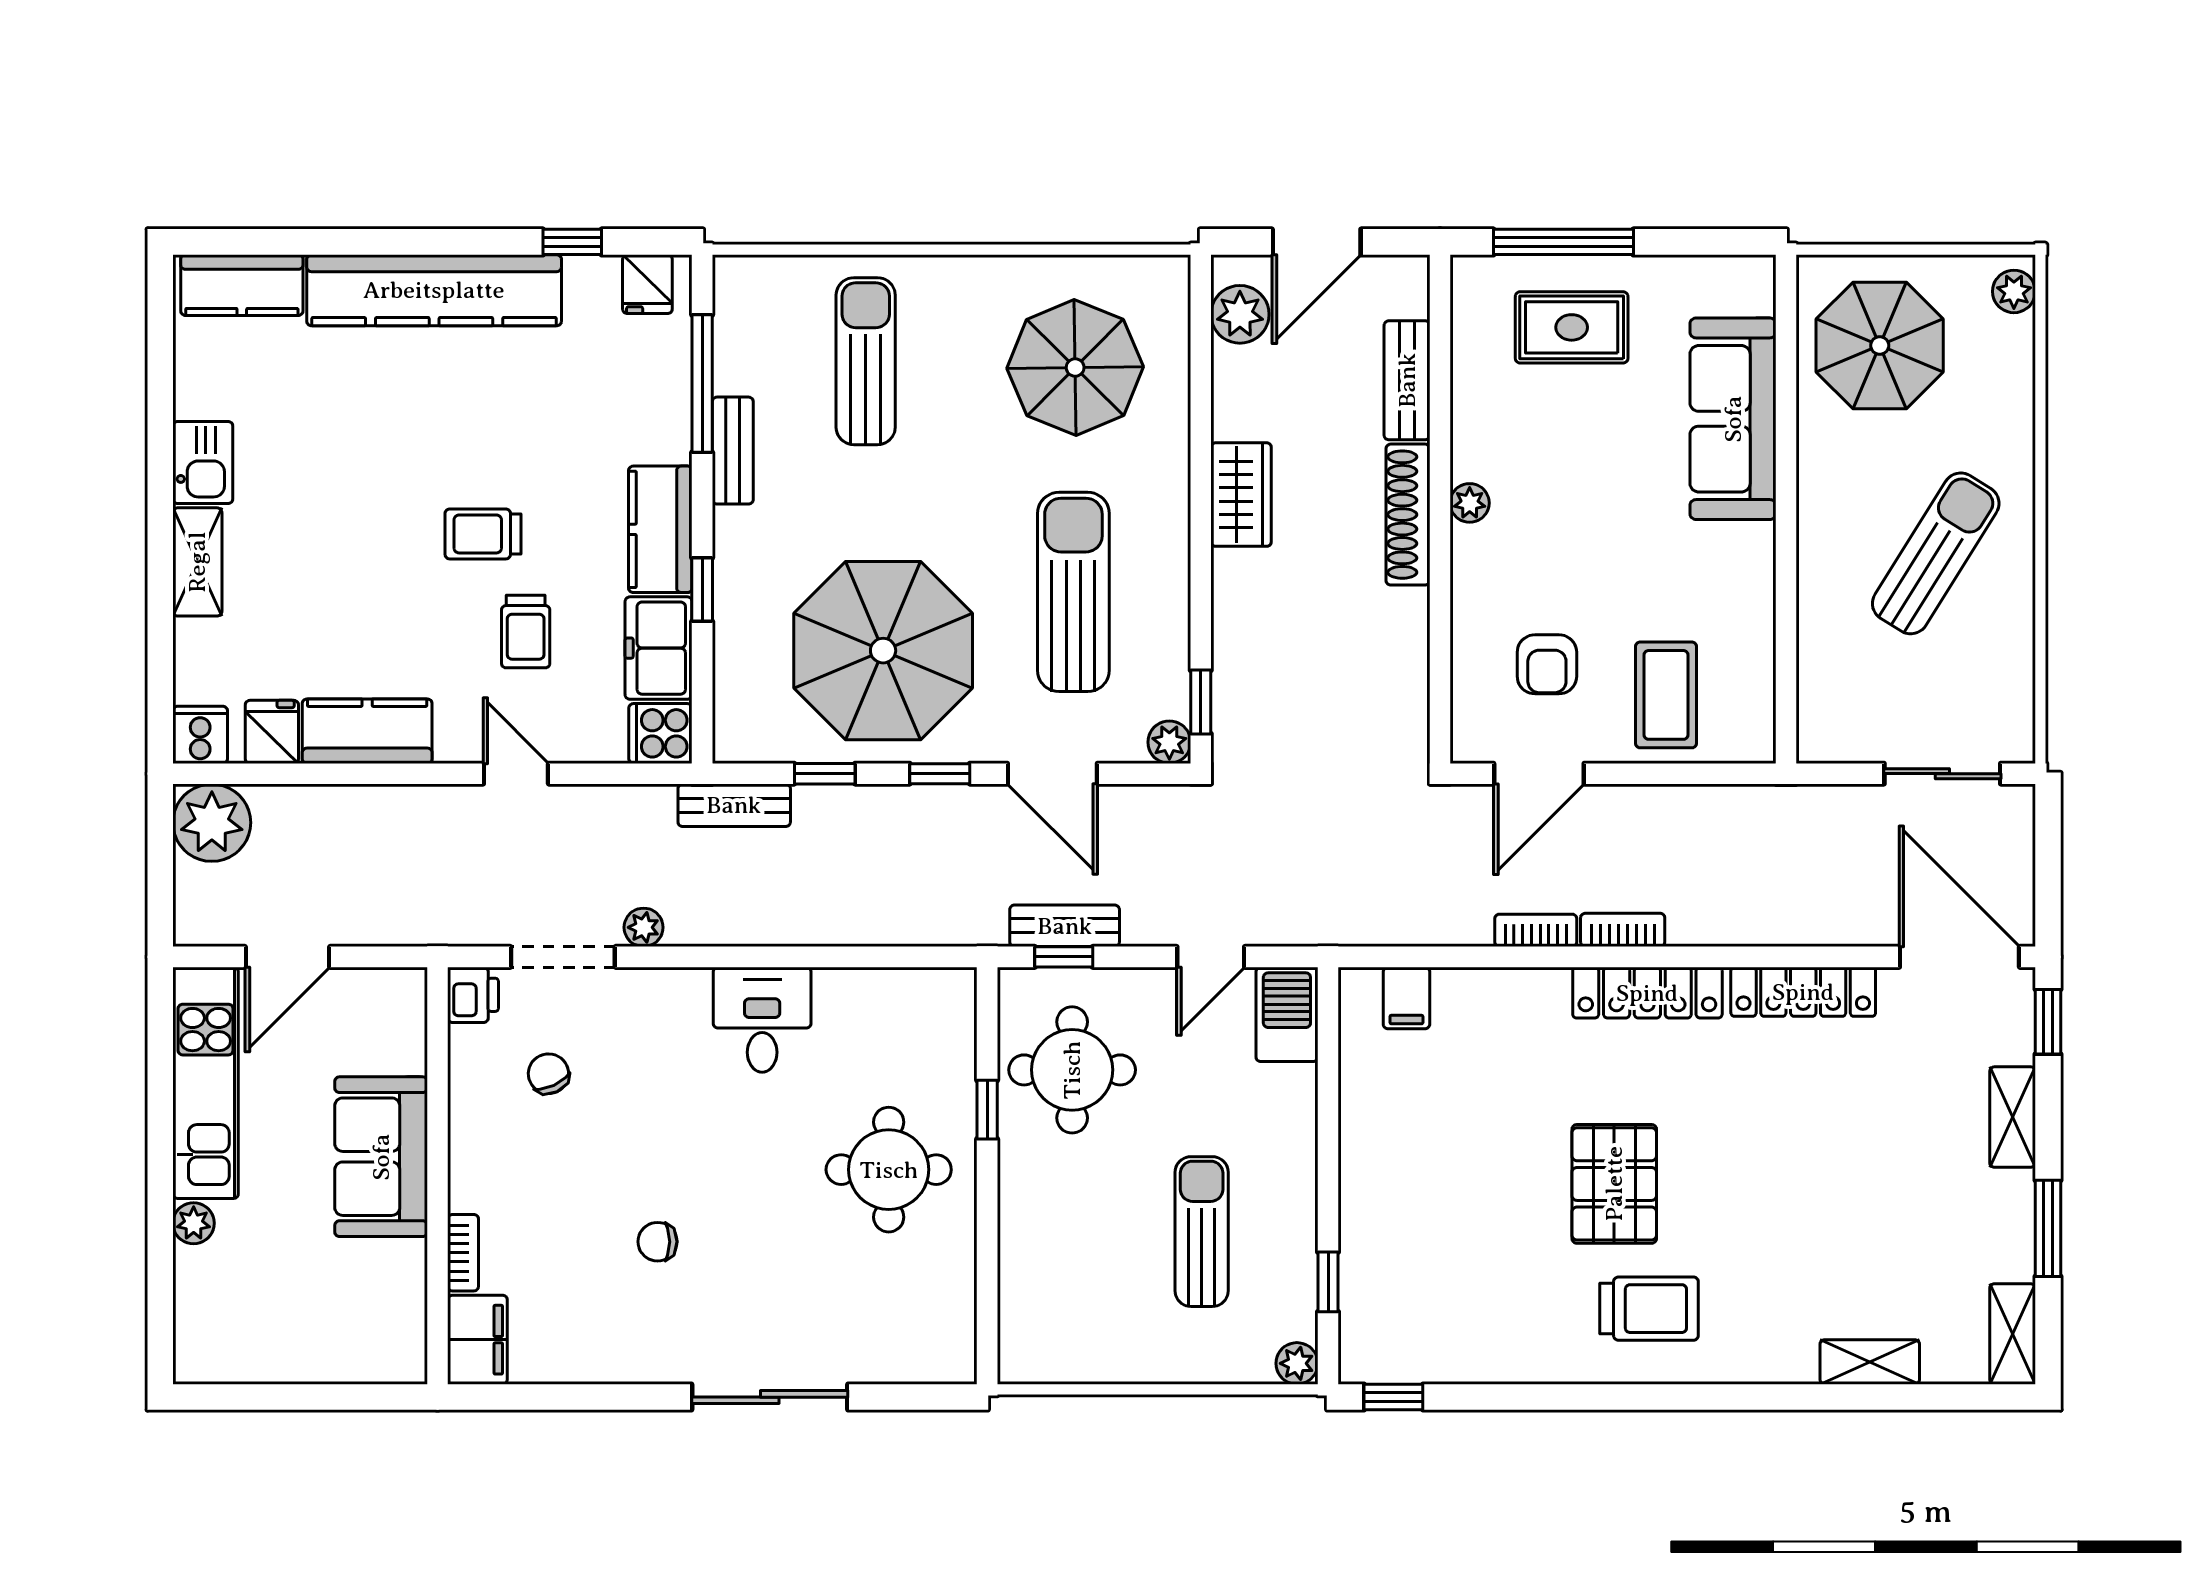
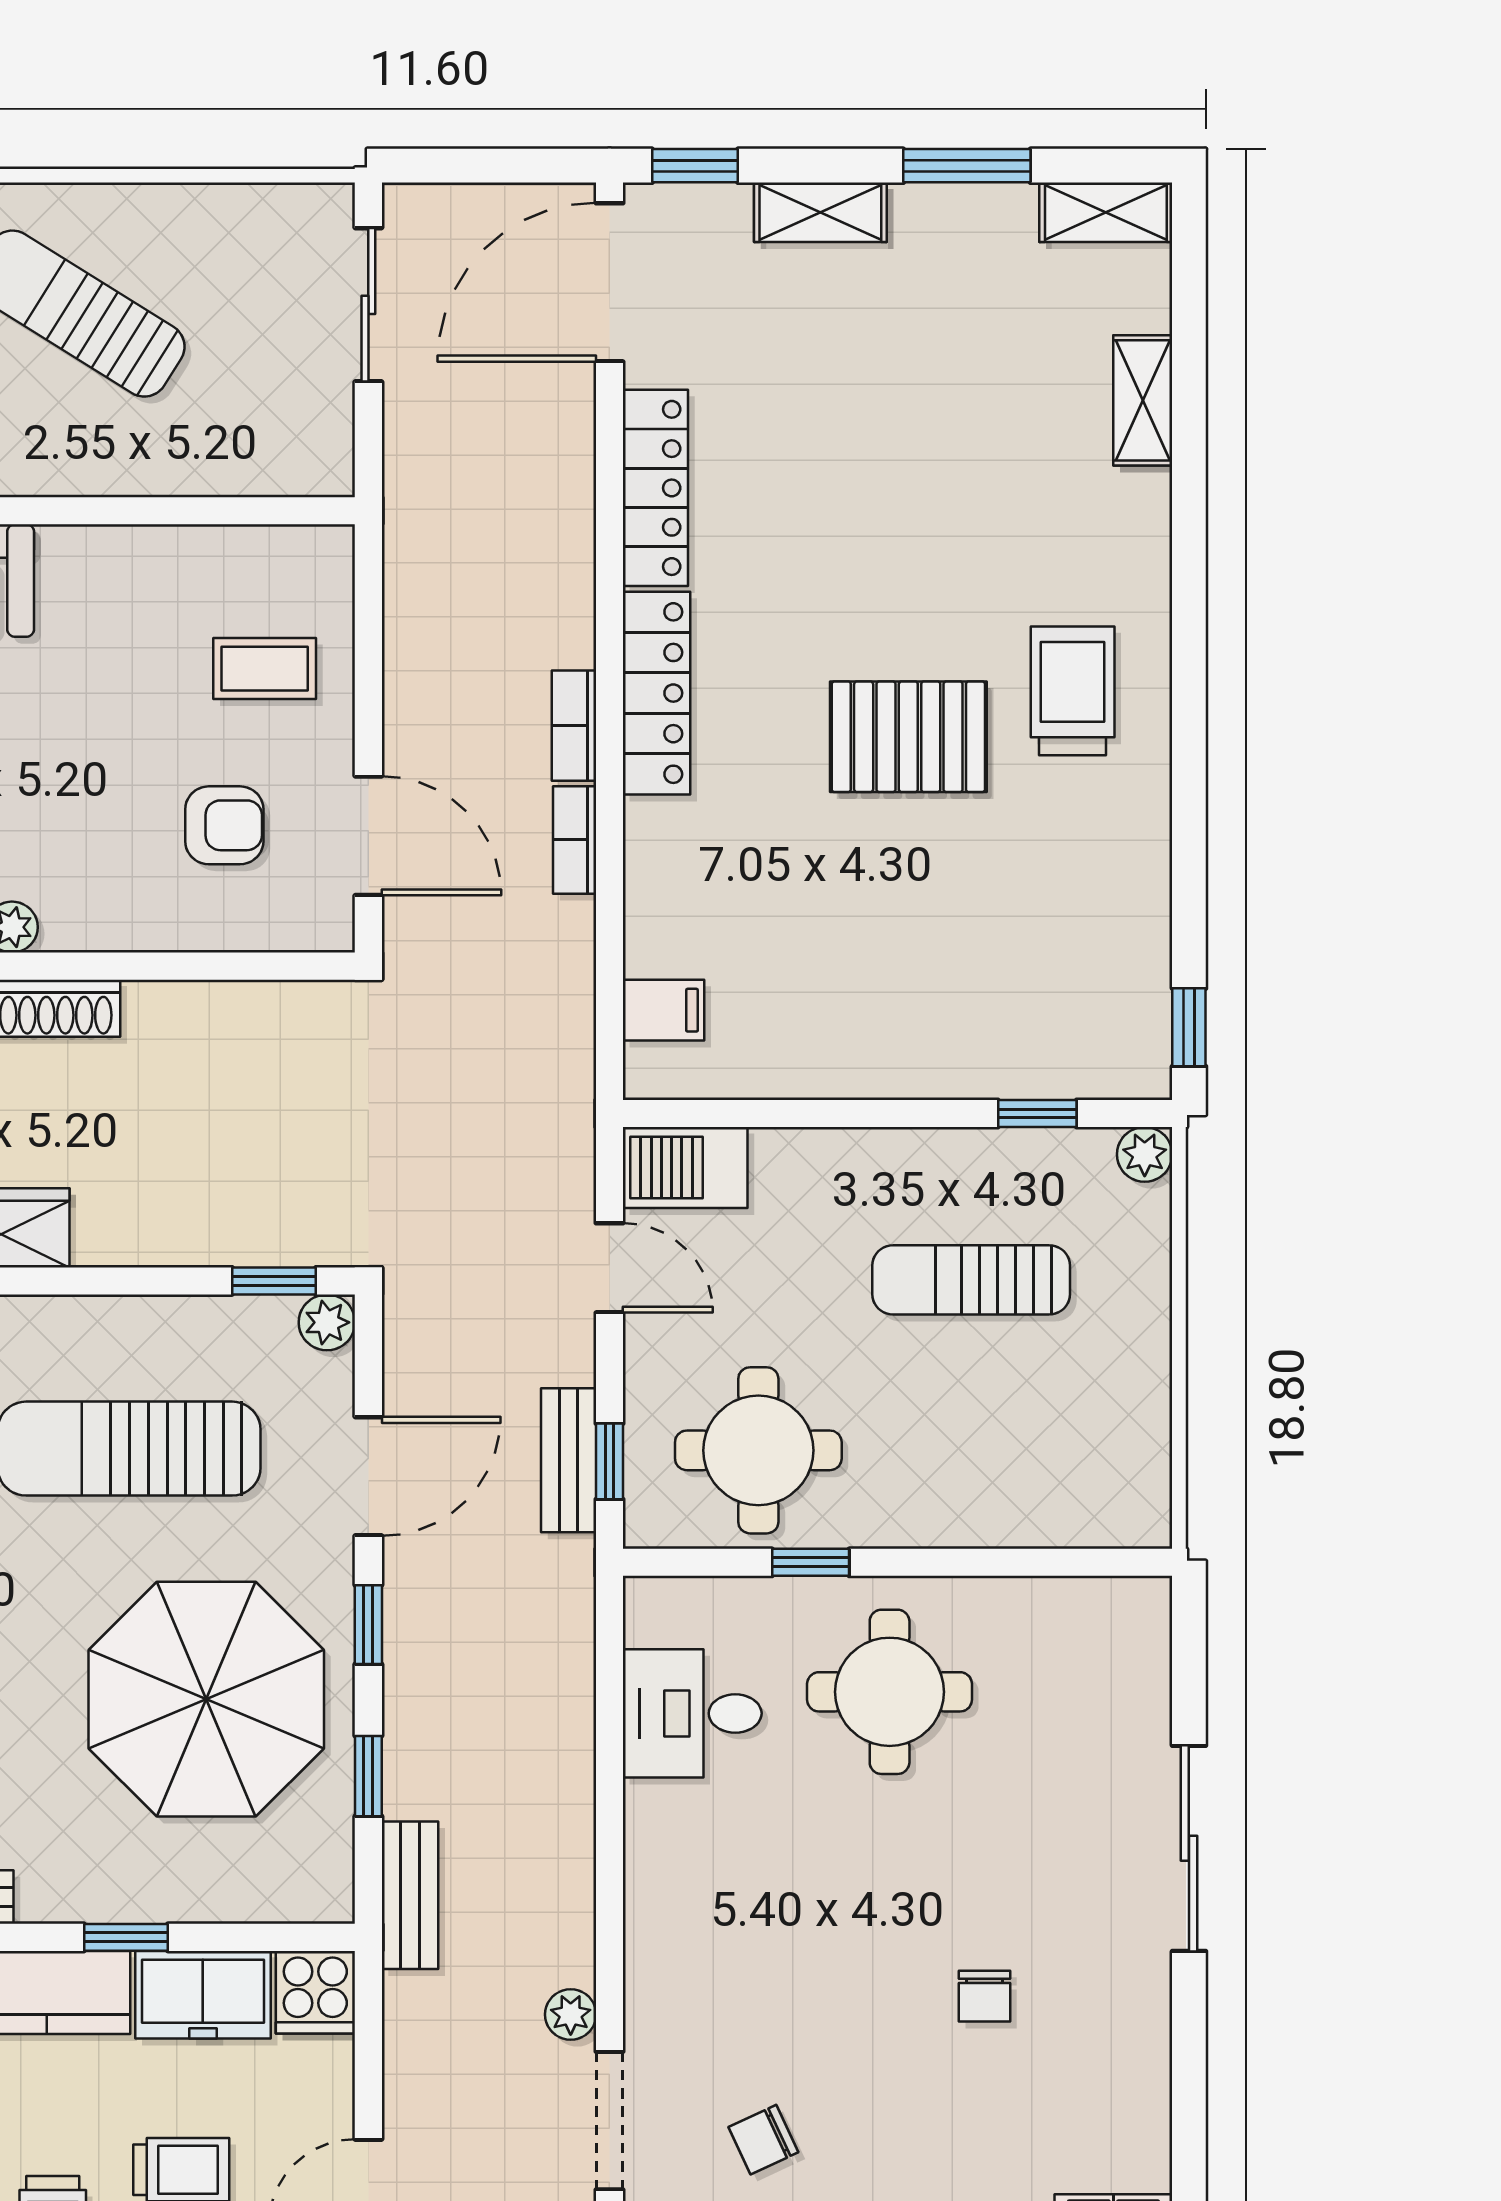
coffee table: (1666, 695) -> (265, 669), width x0.73, depth x0.77
desk: (762, 1020) -> (692, 1713), moved

